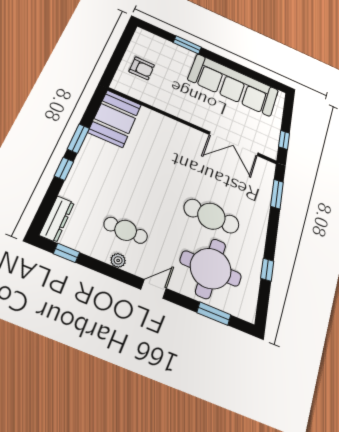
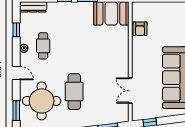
armchair: (142, 68) -> (140, 29), moved
double door: (234, 144) -> (130, 91), width x0.73
window: (67, 253) -> (16, 30), moved

